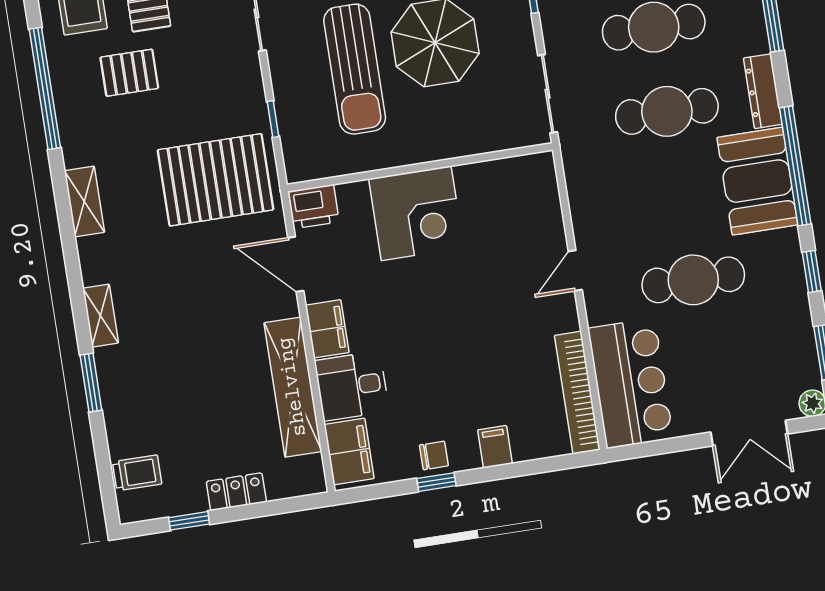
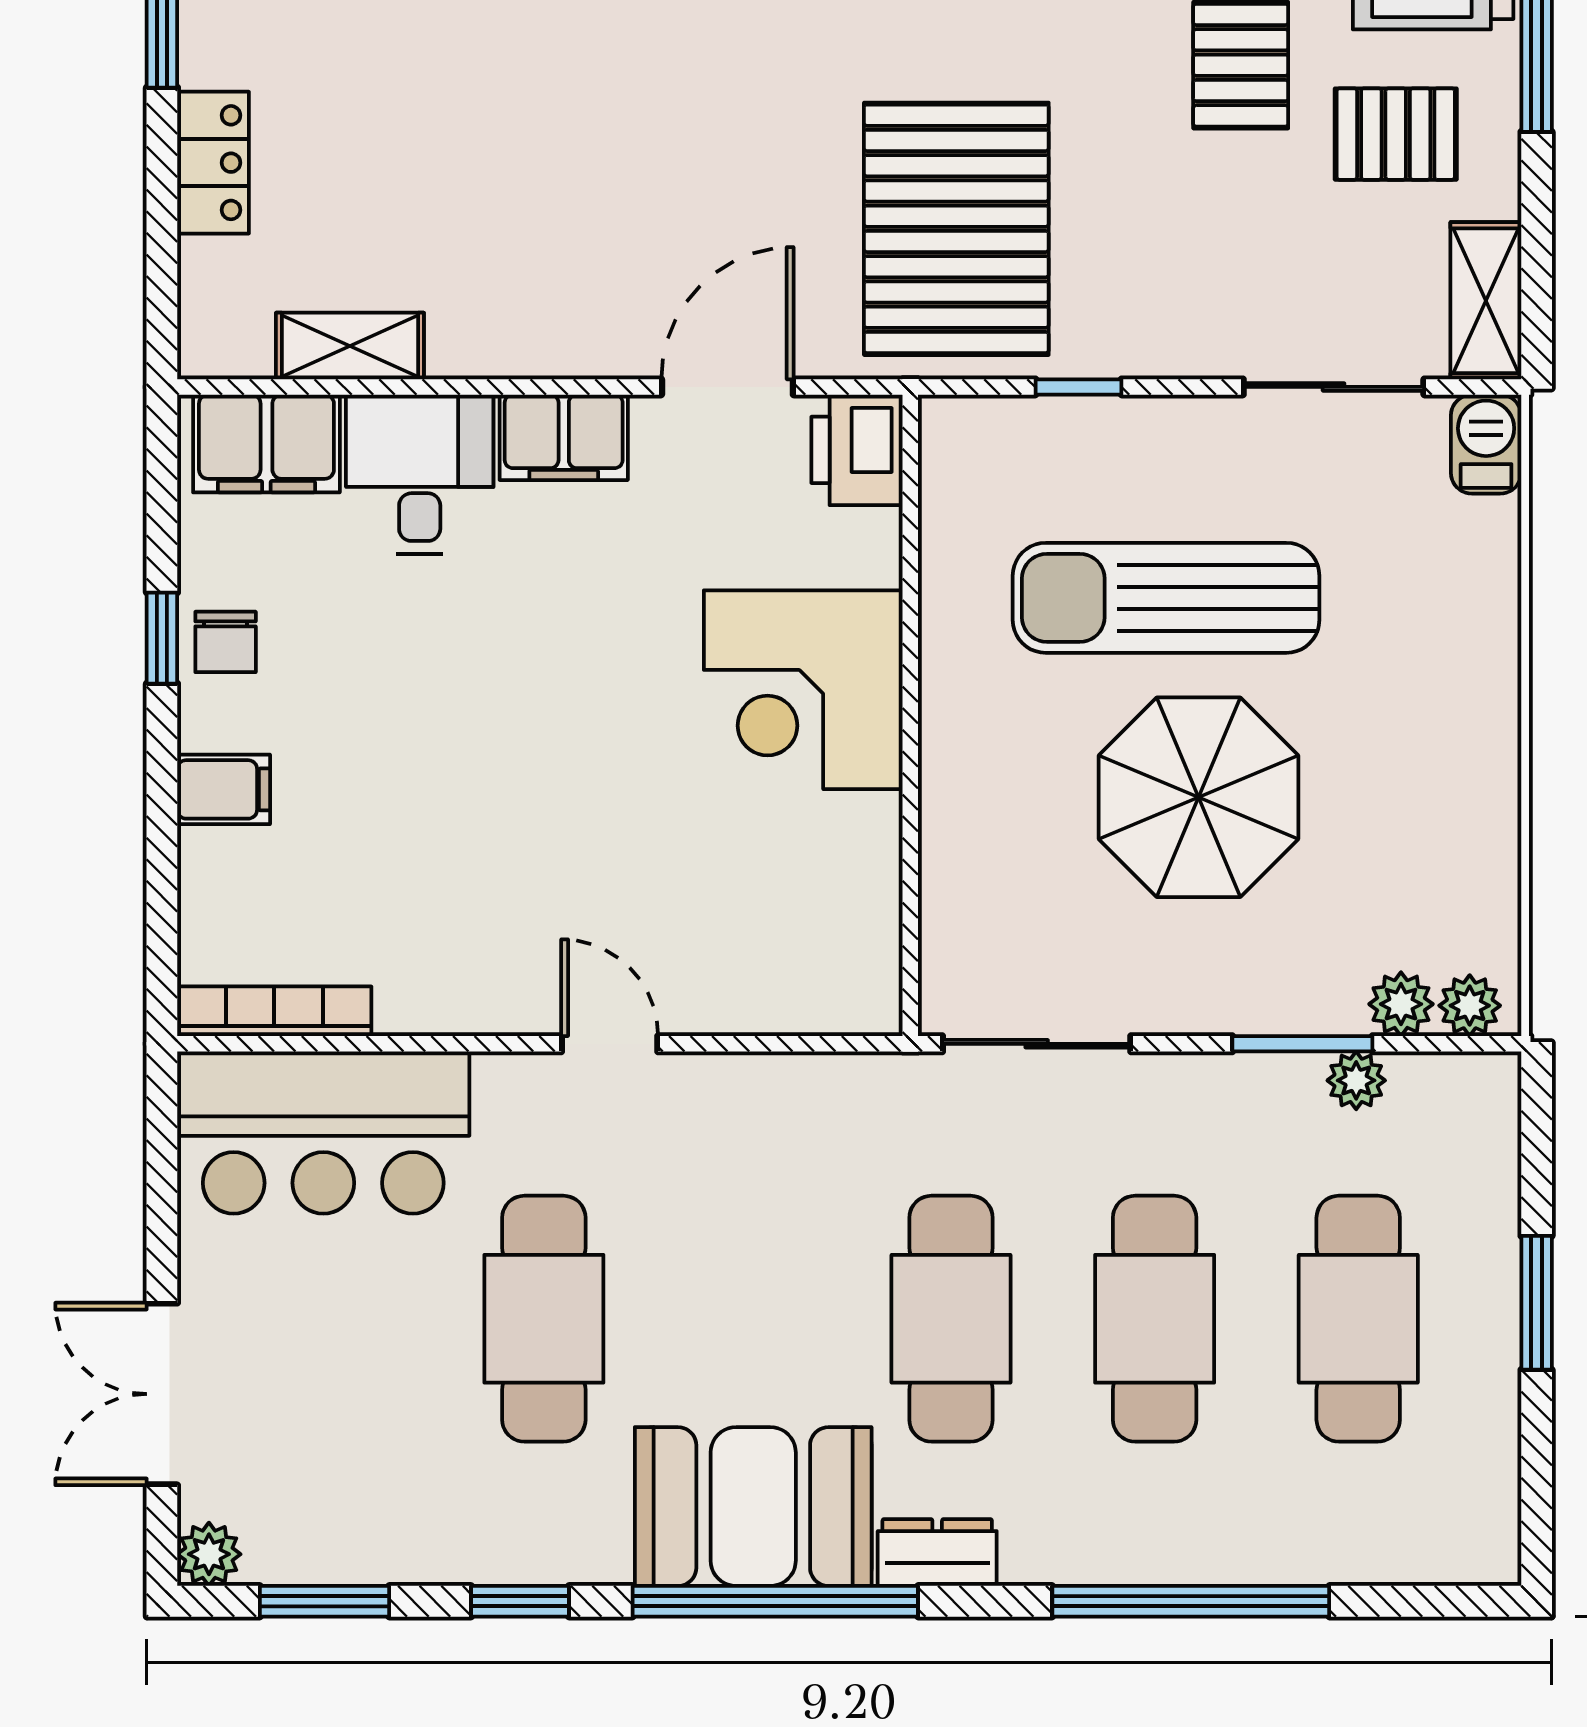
dresser: (763, 91) -> (937, 1553), width x0.70
shelving: (293, 387) -> (350, 346), width x0.45, depth x0.75
bookcase: (577, 393) -> (274, 1011), width x0.68, depth x0.76

